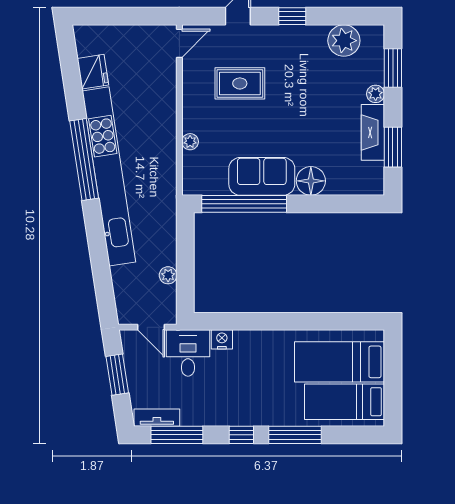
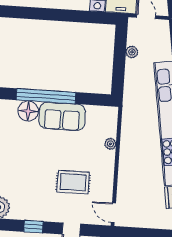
door: (179, 43) -> (113, 213), hinge flipped
window: (244, 204) -> (46, 96), moved

